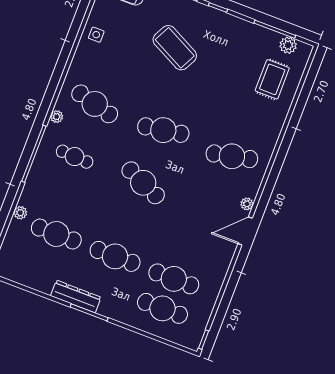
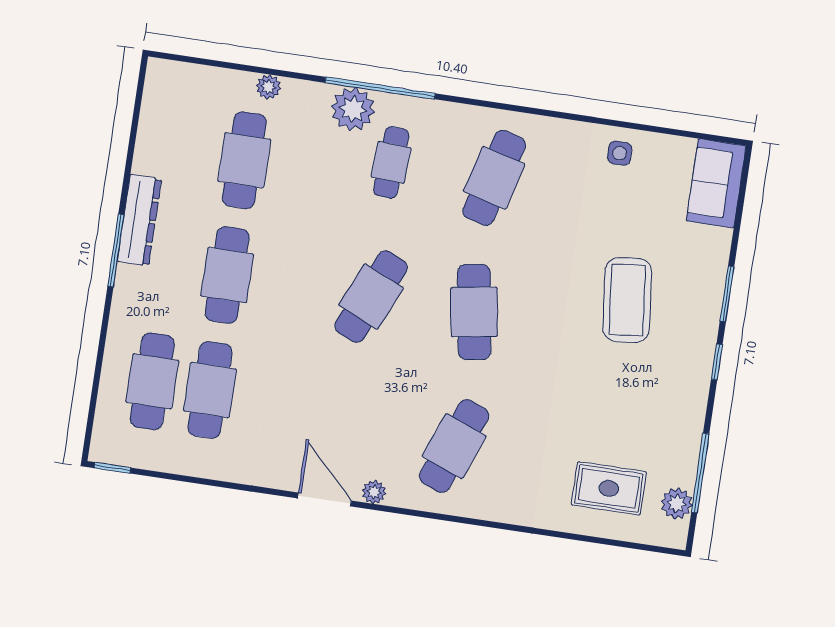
coffee table: (175, 48) -> (627, 300), turned -33
plant: (57, 117) -> (353, 109), moved, width x1.87, depth x1.87
cafe table: (232, 156) -> (454, 446), turned 33

